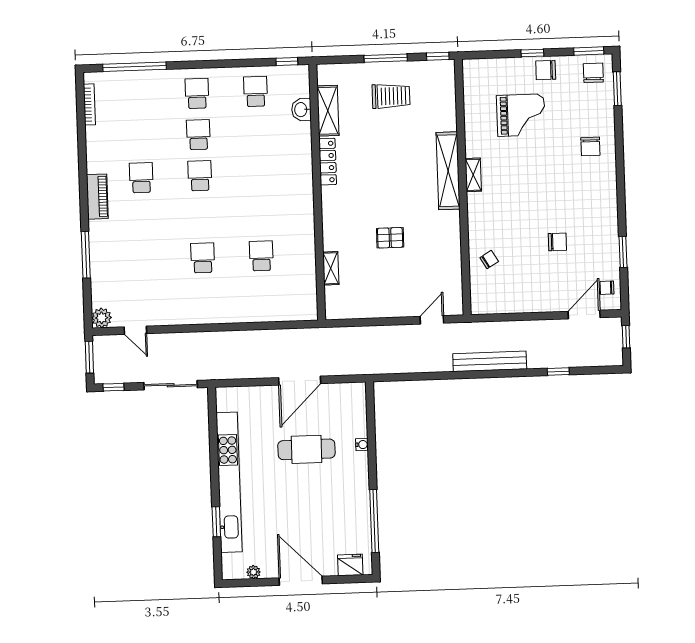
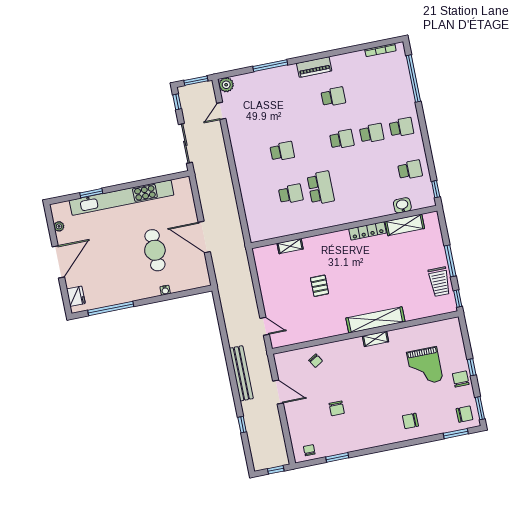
trolley: (391, 96) -> (439, 282), moved
school desk: (260, 215) -> (321, 188), added
door: (584, 315) -> (278, 392), moved

